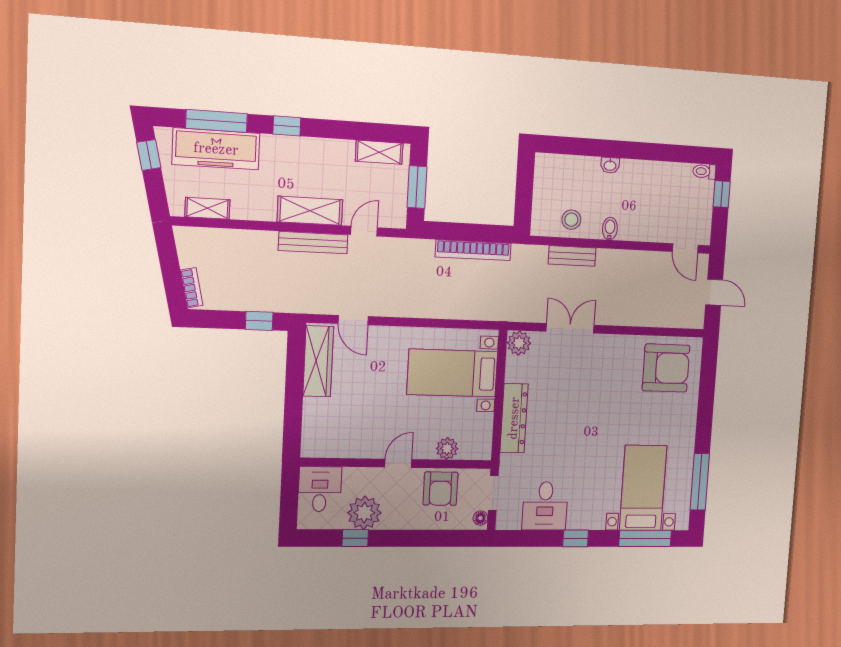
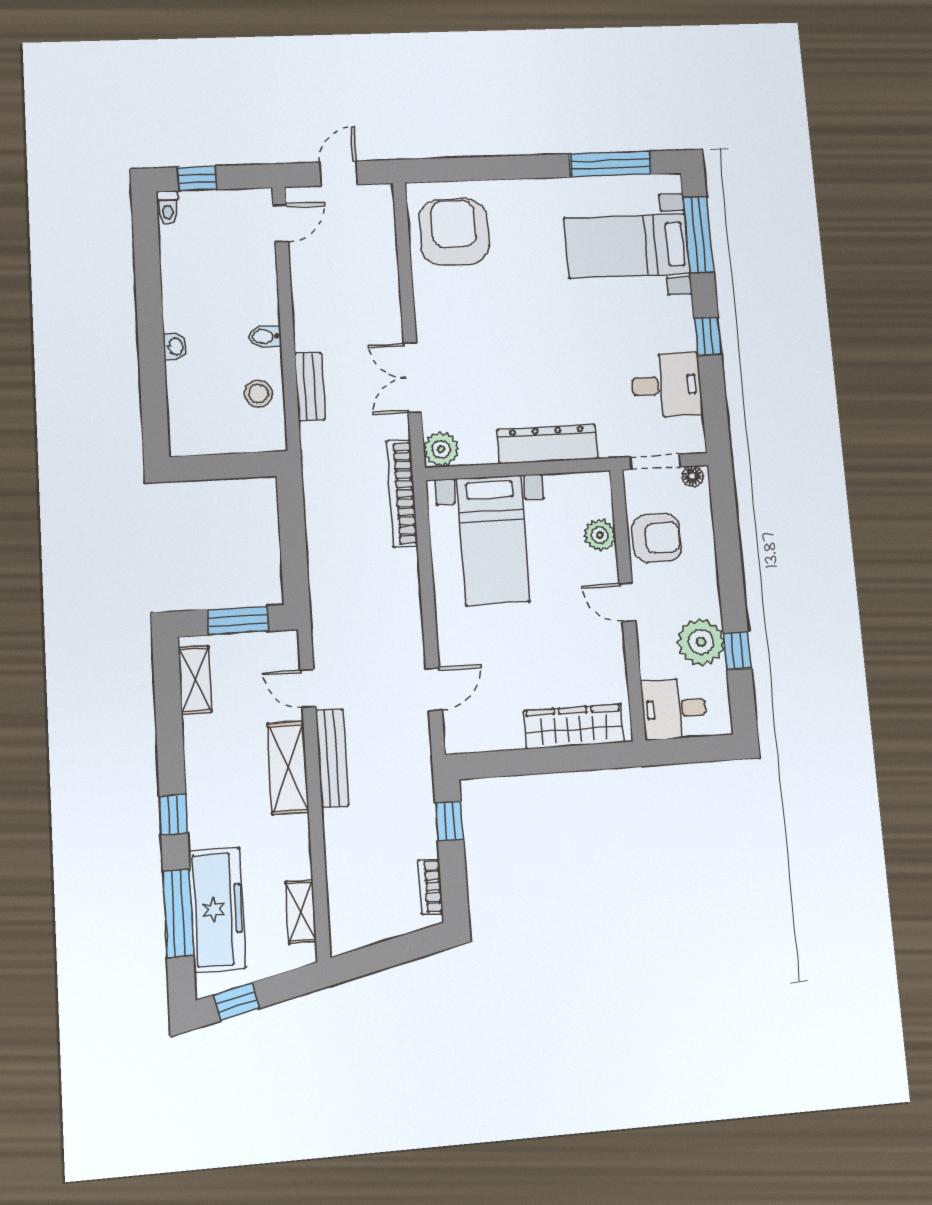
bookcase: (473, 250) -> (402, 493), moved, turned 180
bookcase: (192, 288) -> (430, 887), moved, turned -77
wardrobe: (318, 361) -> (574, 726), moved

